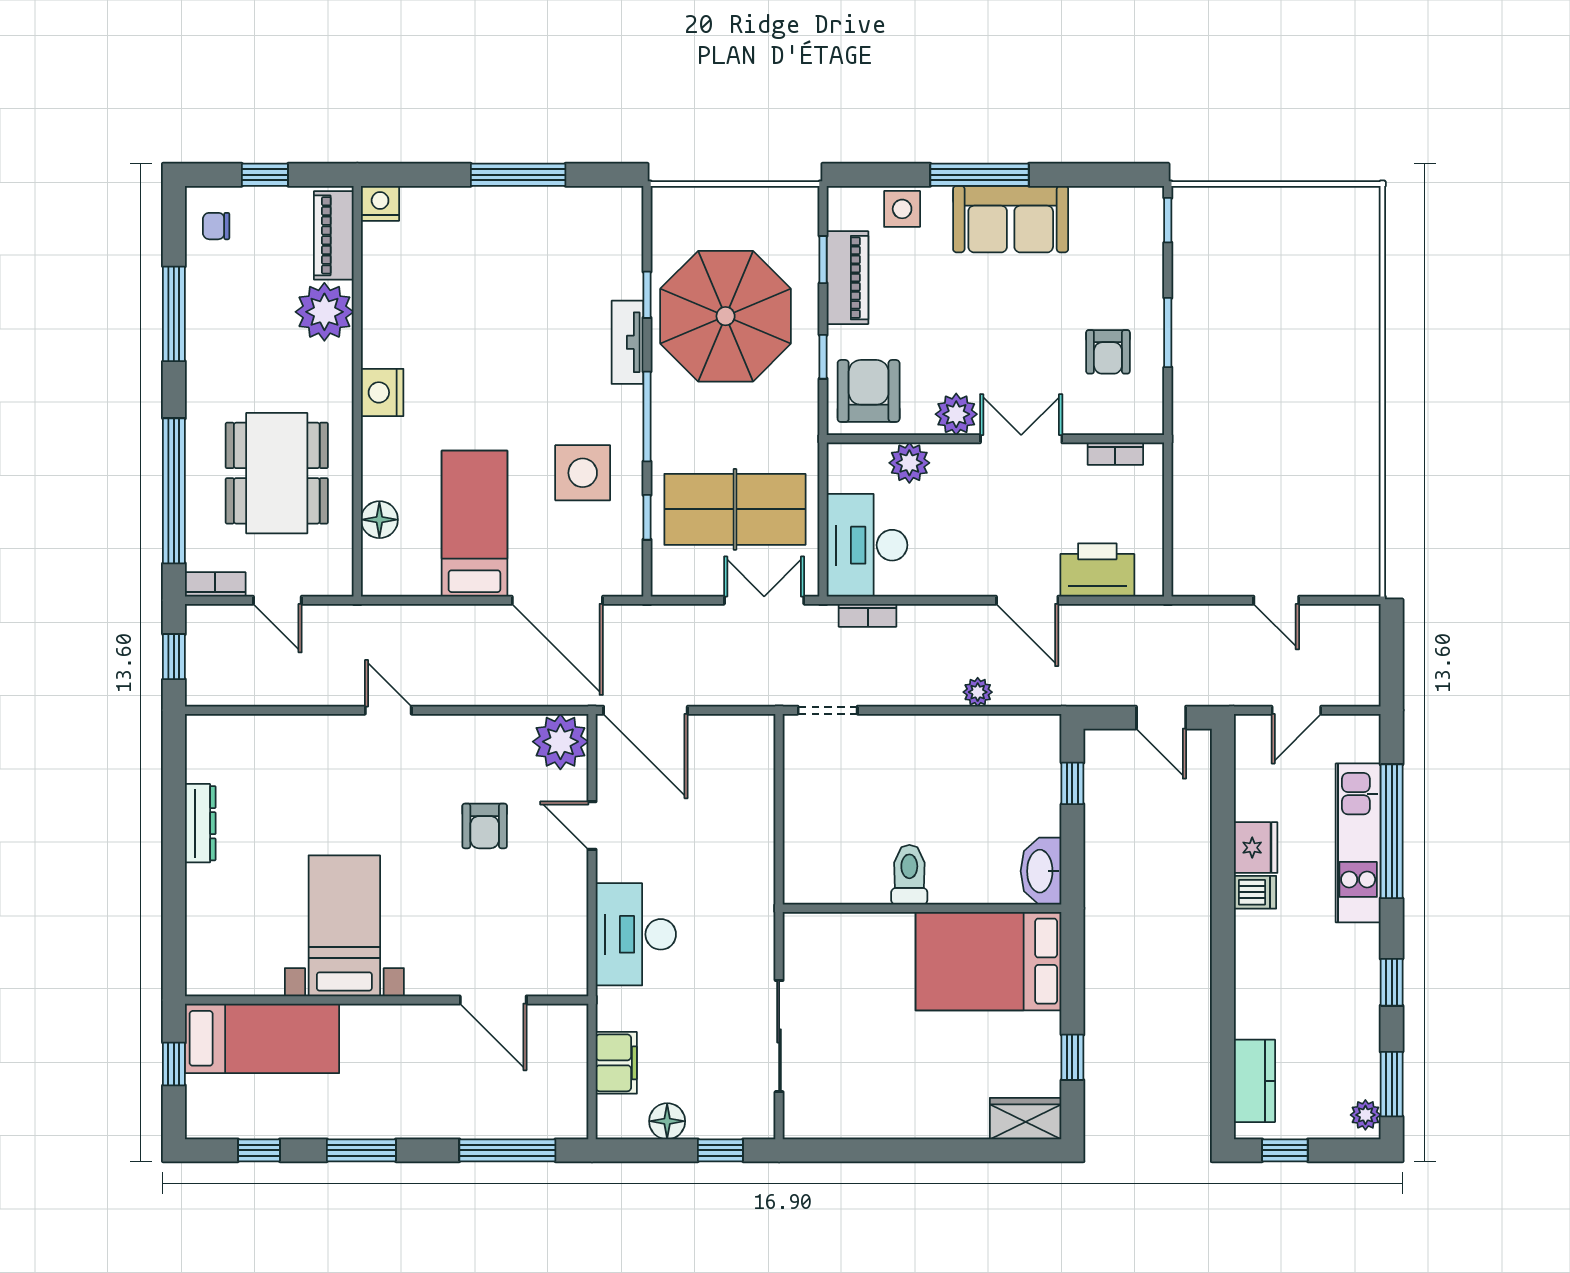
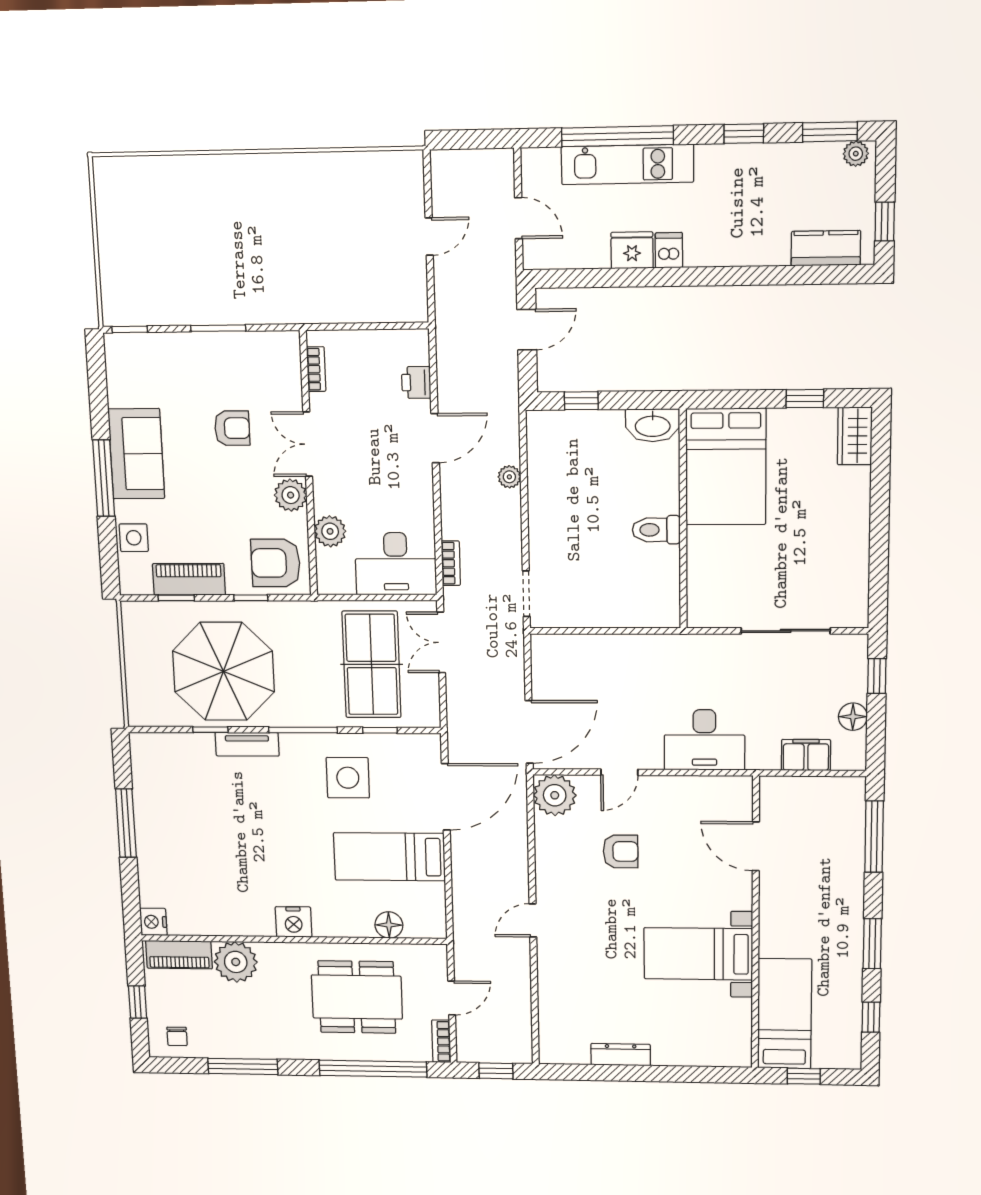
armchair: (1108, 352) -> (232, 428), moved
printer: (1097, 570) -> (416, 382), width x0.53, depth x0.68
door: (493, 1000) -> (756, 846), swing flipped

